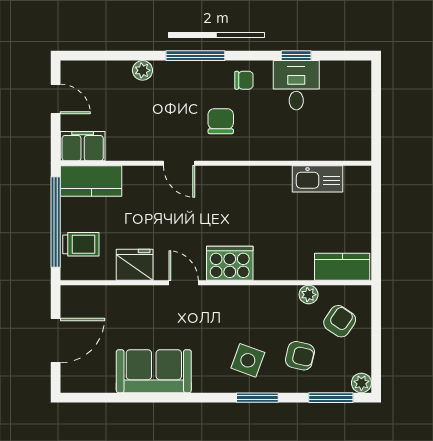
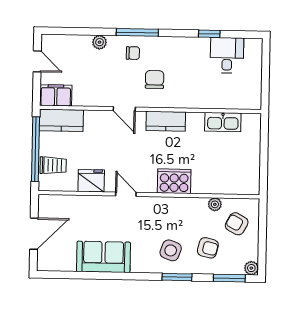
chair: (244, 80) -> (133, 53), moved
desk: (296, 85) -> (227, 55), moved
cooker: (230, 263) -> (174, 181), moved
kitchen counter: (342, 267) -> (166, 121), moved, turned 180
armchair: (340, 321) -> (237, 224), turned -95

